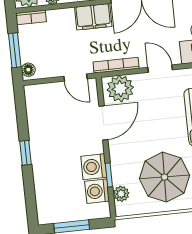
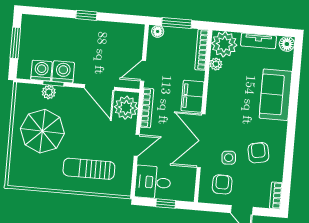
bookcase: (31, 17) -> (202, 50), width x1.56
plant: (121, 194) -> (49, 92), moved

